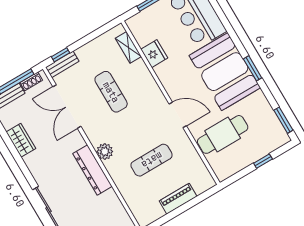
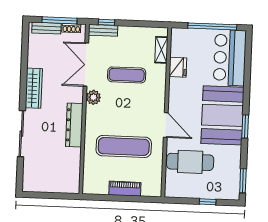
exercise mat: (111, 92) -> (127, 75), turned 90
wardrobe: (21, 140) -> (34, 88), moved, width x1.50
plant: (105, 152) -> (93, 97), moved
exercise mat: (152, 160) -> (124, 147), width x1.36, depth x1.45

